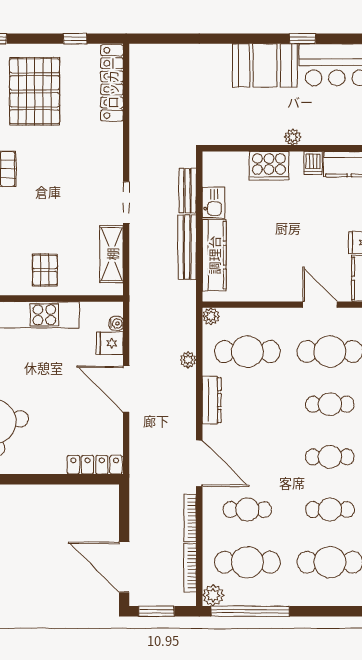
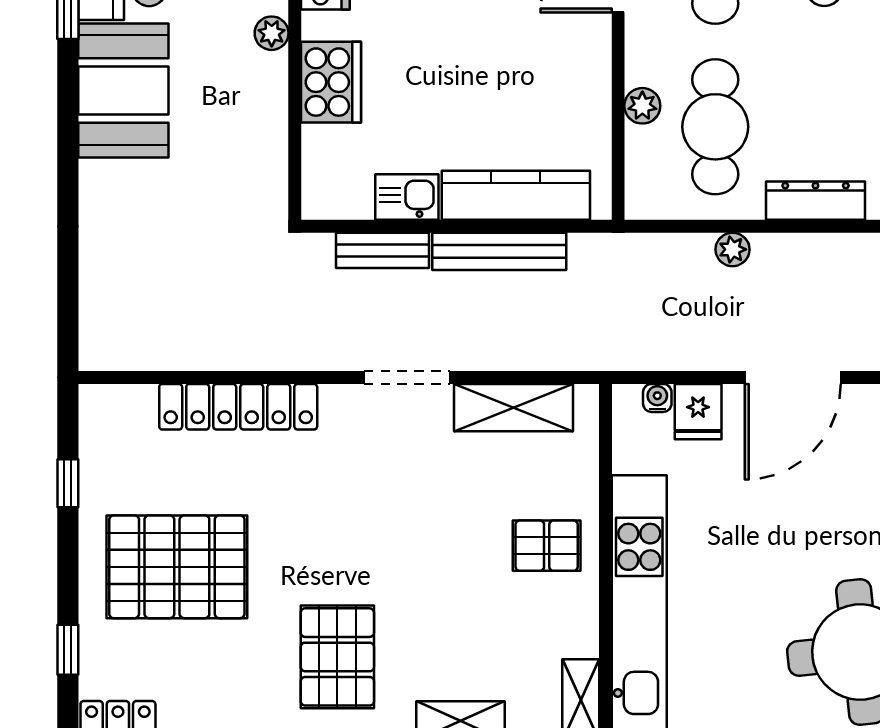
locker: (112, 83) -> (238, 407), moved
plant: (211, 316) -> (642, 106), moved

